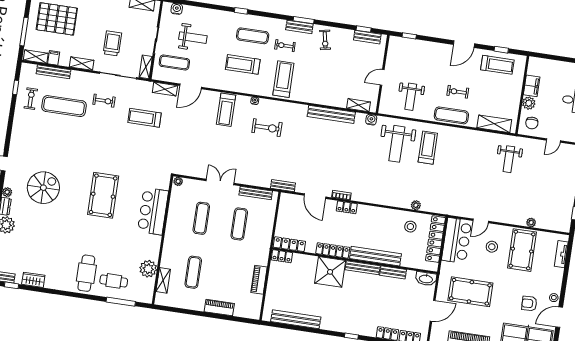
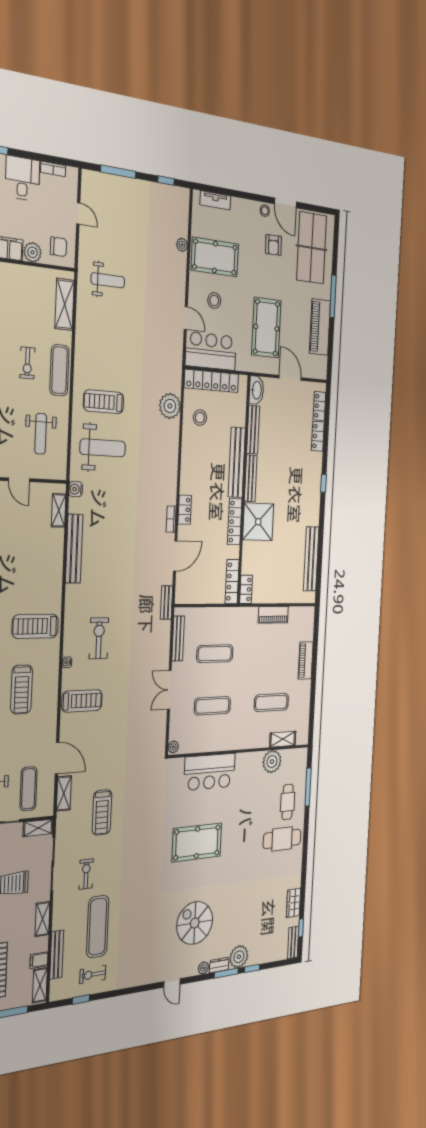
weight bench: (411, 97) -> (41, 434), turned 90
plant: (416, 205) -> (170, 406), width x1.87, depth x1.87
bench: (393, 272) -> (253, 430), width x1.36

